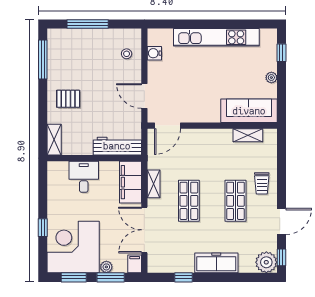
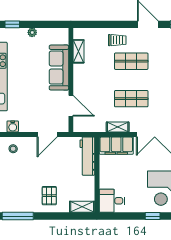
sofa: (249, 111) -> (59, 68), moved
door: (167, 126) -> (71, 106), moved
desk: (84, 177) -> (112, 201), moved

